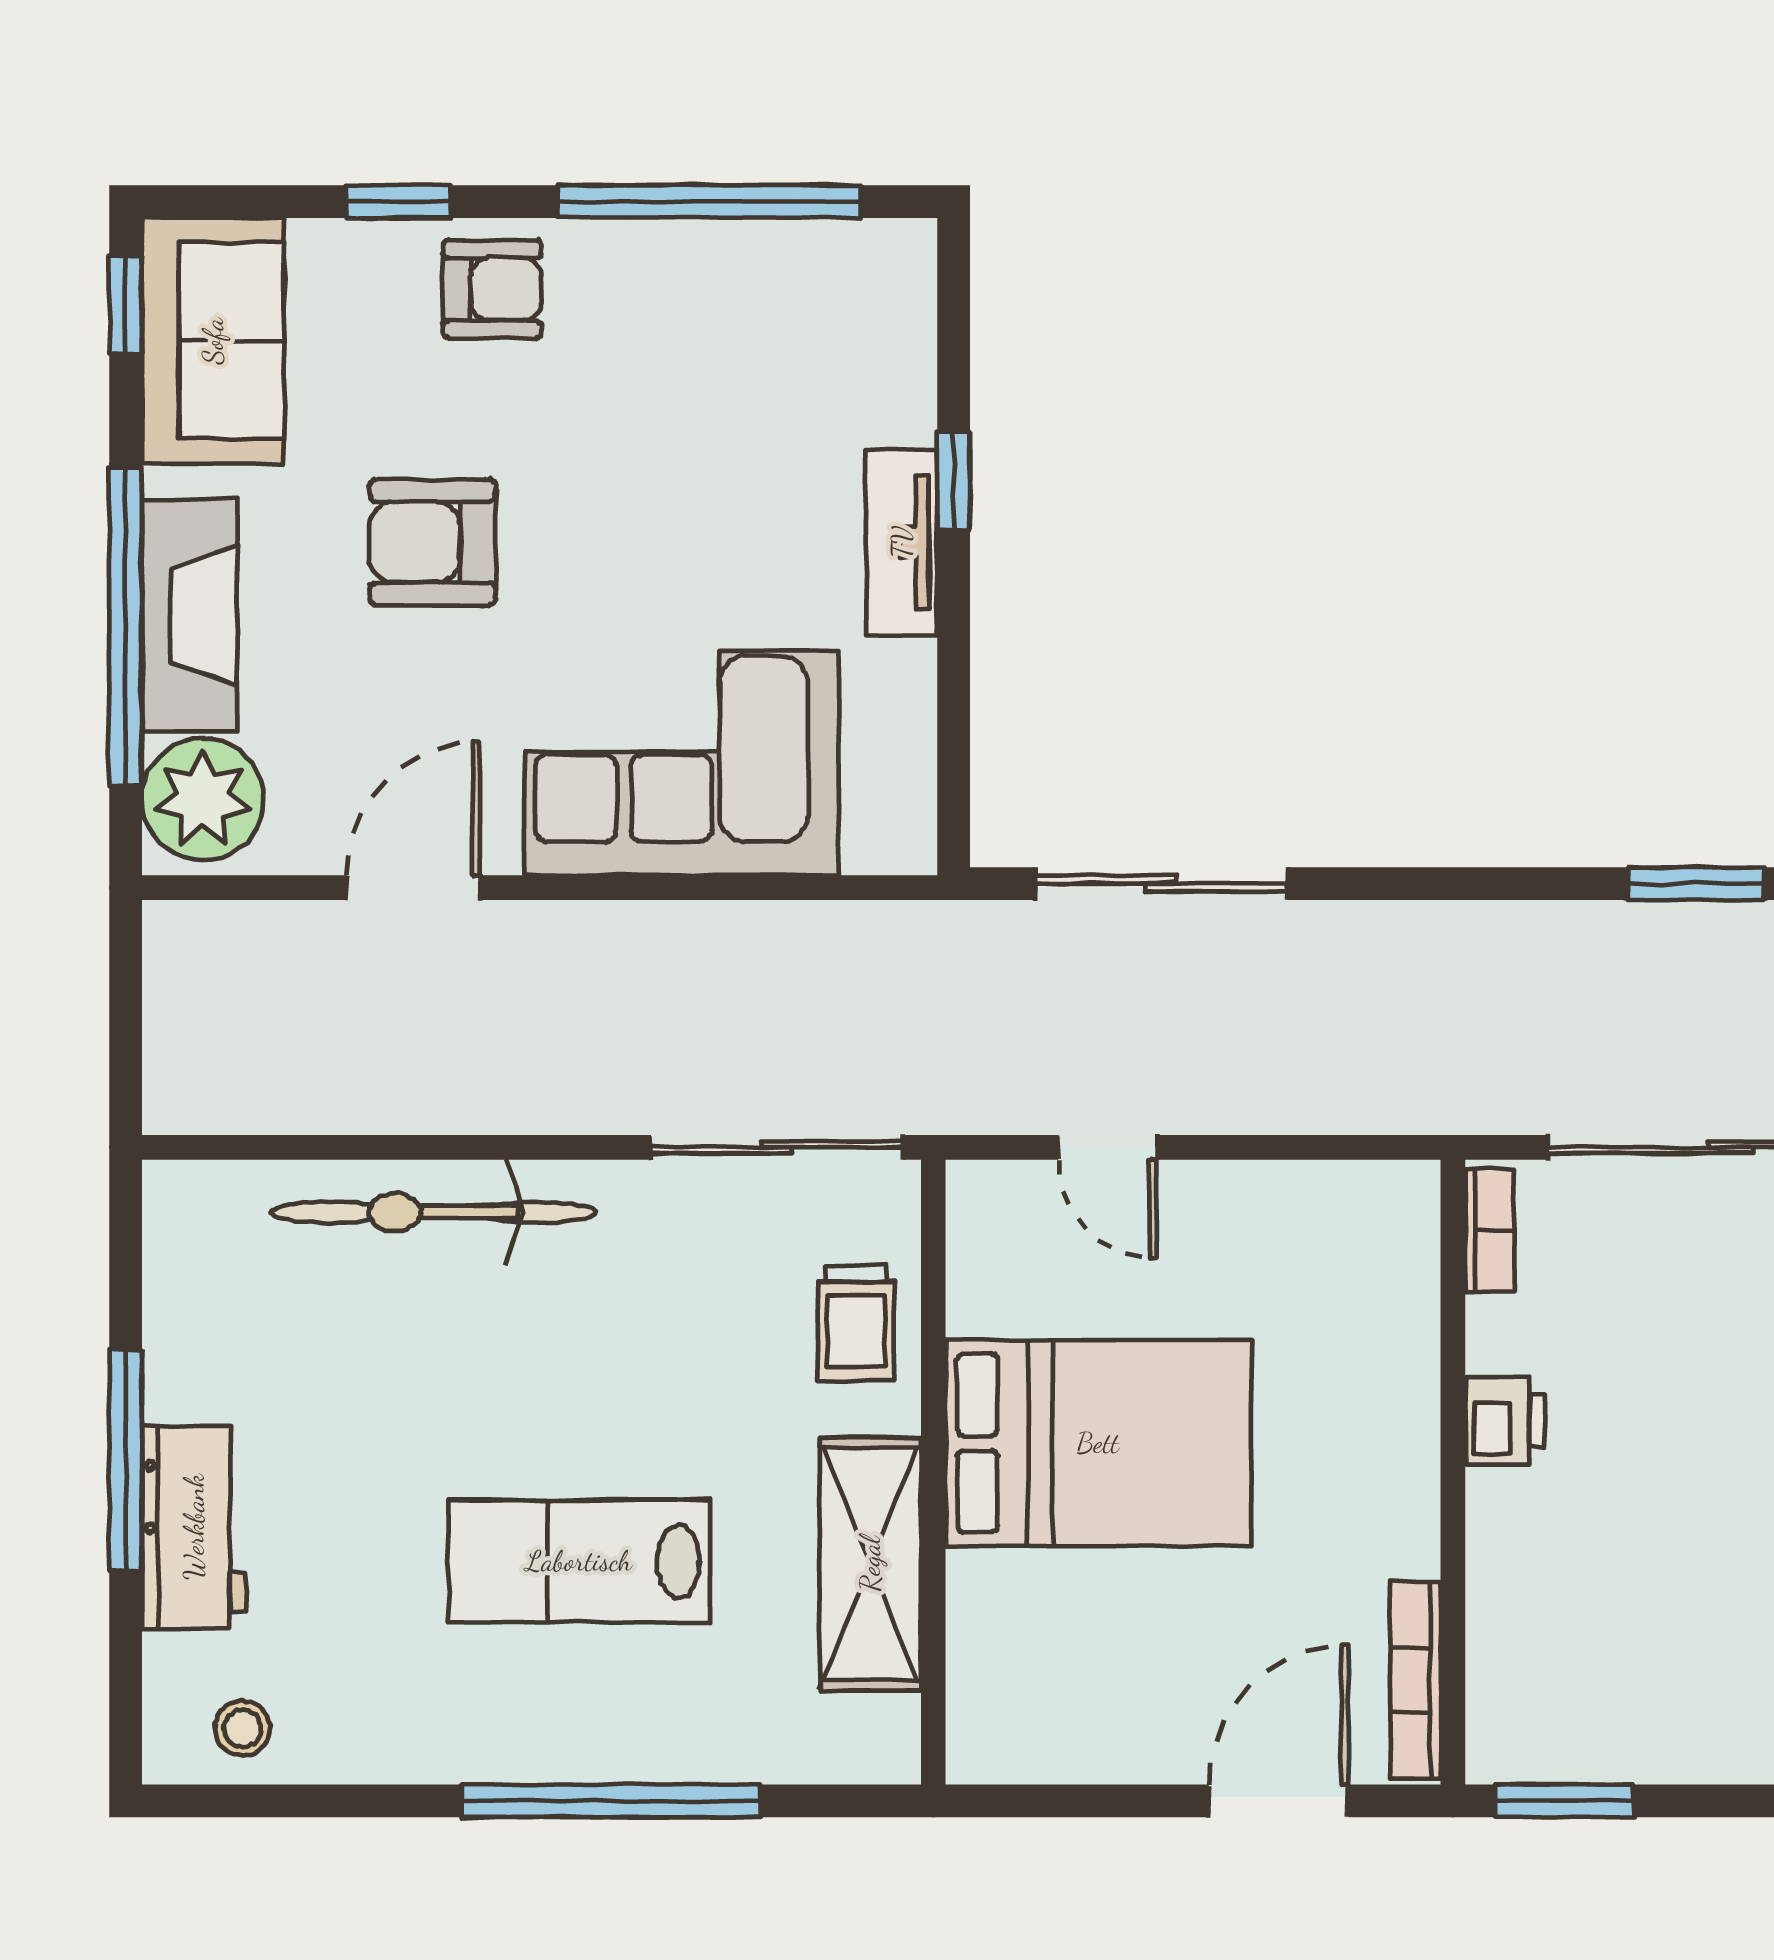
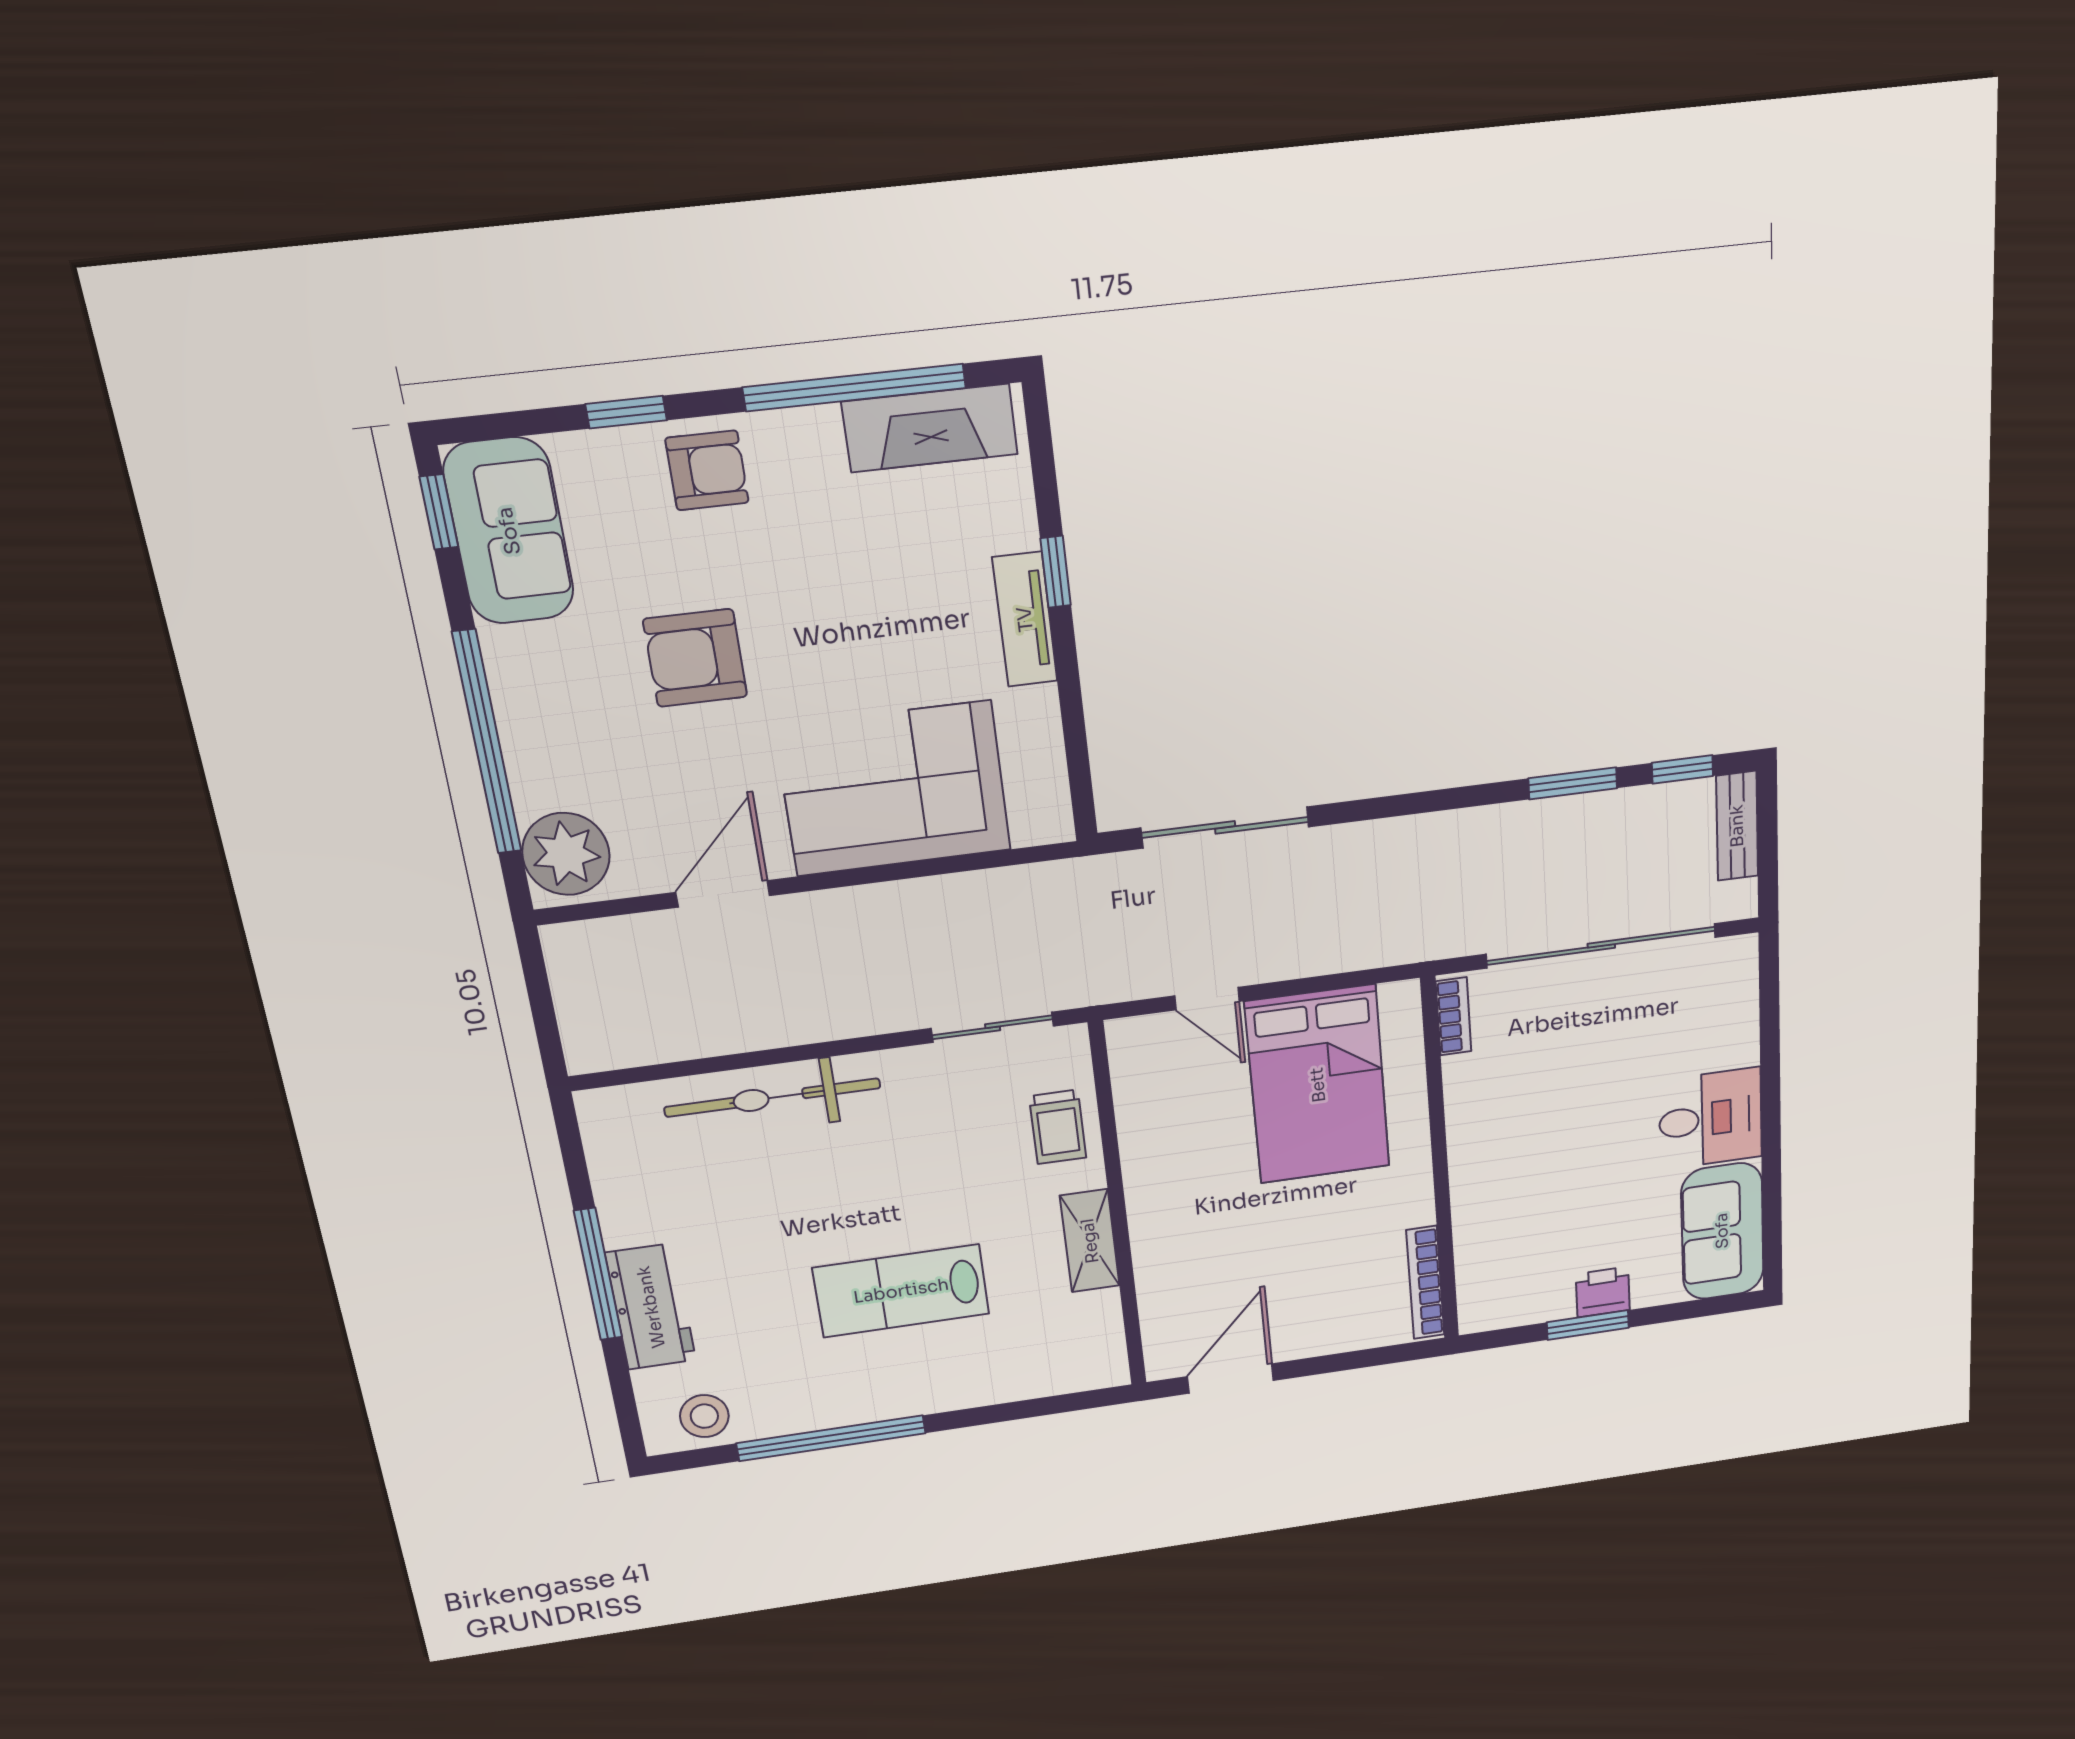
fireplace: (190, 616) -> (930, 428), moved, turned 90
sliding door: (777, 1147) -> (993, 1027), width x0.73
printer: (1505, 1421) -> (1603, 1292), moved, turned -90
bed: (1098, 1443) -> (1318, 1085), moved, turned 90
shelving: (870, 1564) -> (1090, 1241), width x0.67, depth x0.75
stool: (243, 1728) -> (704, 1416), width x1.37, depth x1.37
window: (611, 1801) -> (831, 1438), moved
door: (1279, 1801) -> (1231, 1379), moved
window: (1564, 1801) -> (1588, 1325), moved

